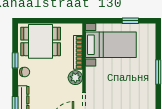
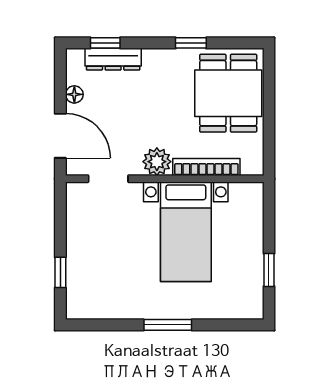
bed with nightstands: (111, 45) -> (186, 232), moved
chair: (25, 72) -> (168, 62), removed

